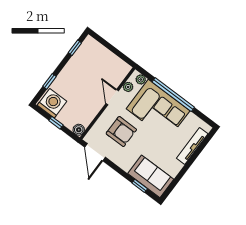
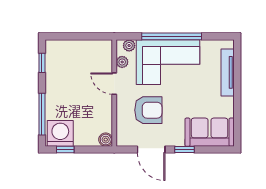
window: (49, 81) -> (42, 114), width x2.17
window: (56, 123) -> (65, 149), moved
door: (95, 152) -> (151, 149), moved
window: (140, 186) -> (184, 149), moved

